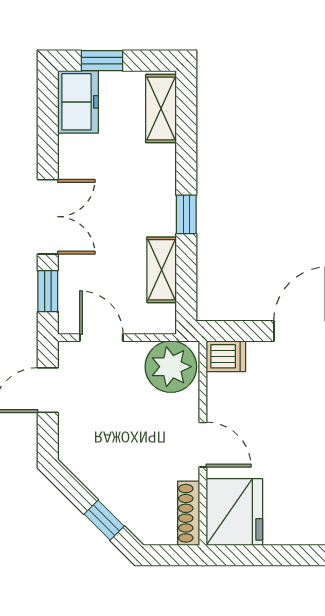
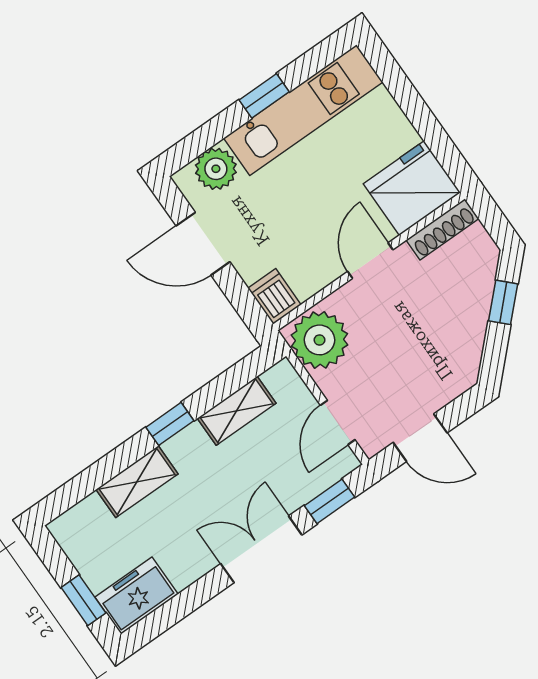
shelving: (161, 108) -> (137, 482), moved

